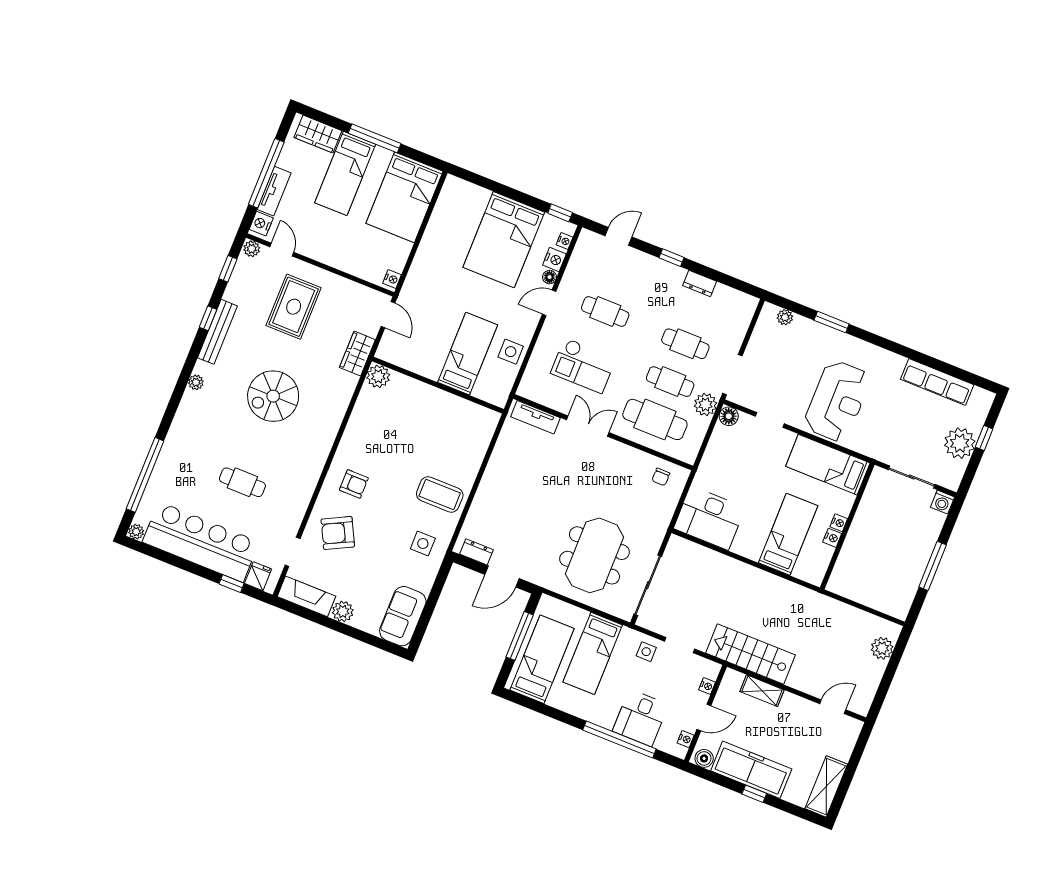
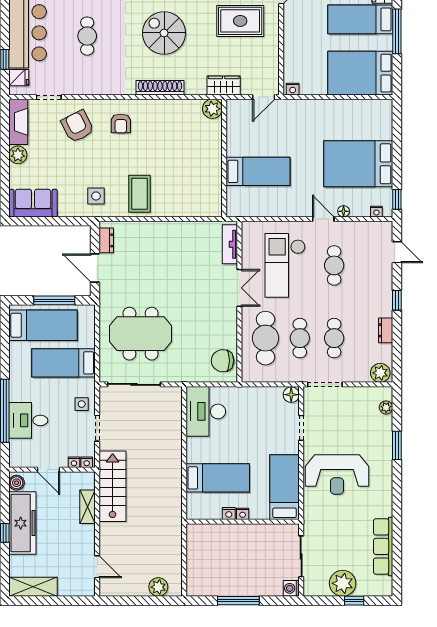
nightstand: (554, 259) -> (359, 210), removed
side table: (511, 352) -> (273, 204), removed
checkout: (583, 366) -> (285, 265), width x1.36, depth x1.21
plant: (705, 405) -> (380, 373), moved
shoe rack: (332, 425) -> (160, 88), added
chair: (661, 477) -> (223, 361), width x1.87, depth x1.87
nightstand: (686, 739) -> (87, 462), moved

